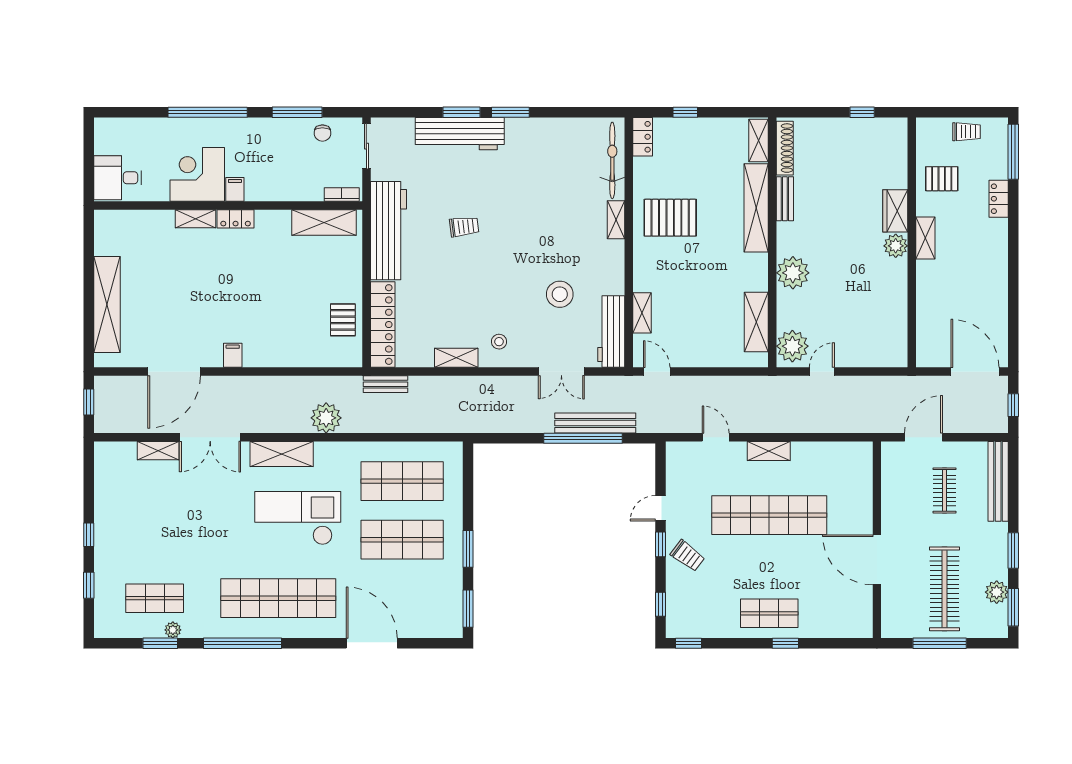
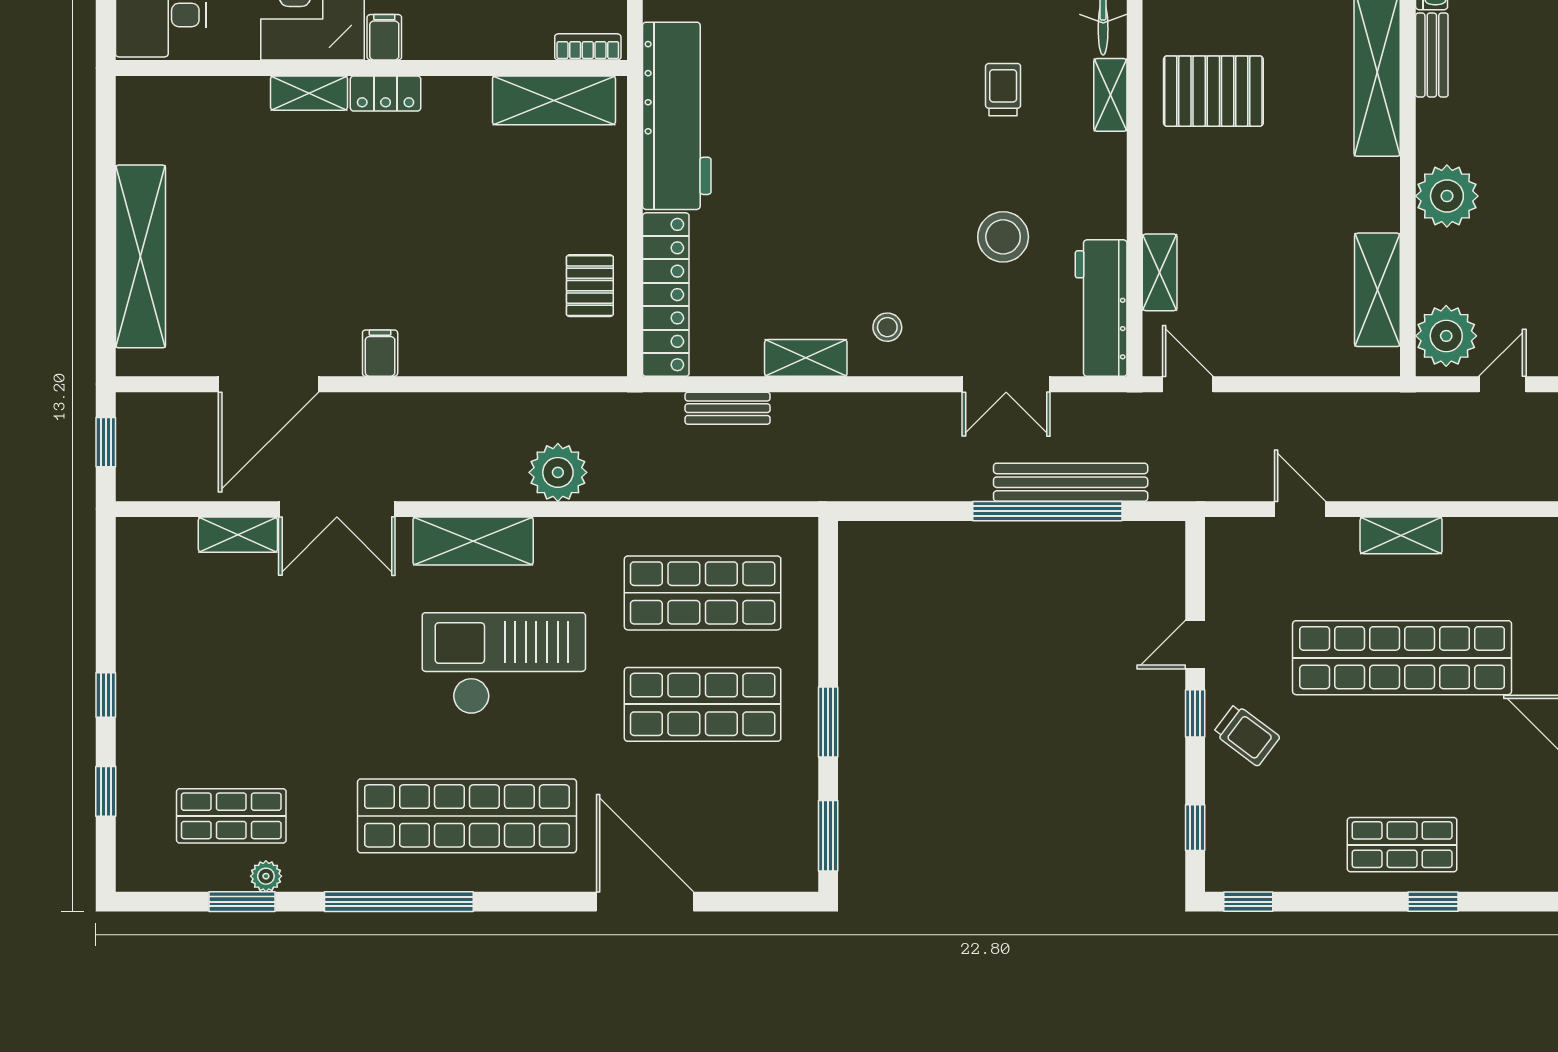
trolley: (464, 227) -> (1003, 90), moved, turned -83
bench: (385, 384) -> (728, 408), moved

